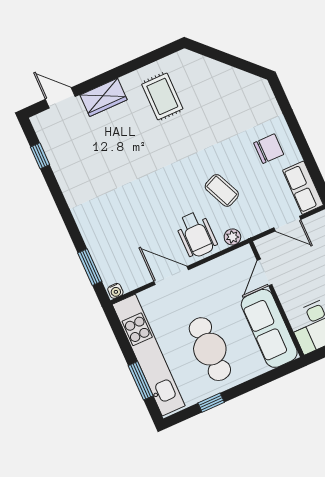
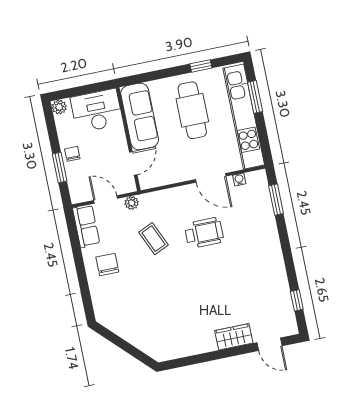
rug: (162, 96) -> (185, 327), removed
chair: (269, 149) -> (107, 264), turned 90
wheelchair: (196, 234) -> (204, 233), moved, turned 90
plant: (232, 237) -> (132, 203), moved
water cooler: (115, 291) -> (239, 180), moved

